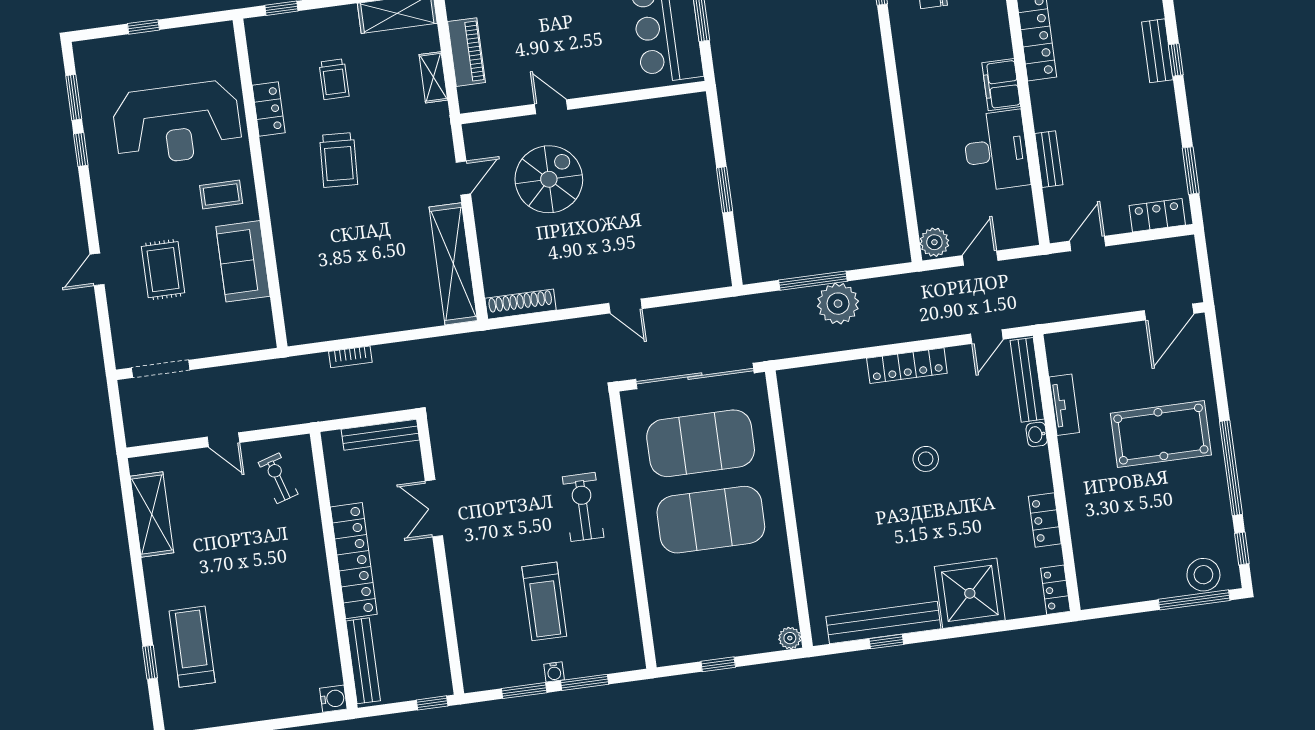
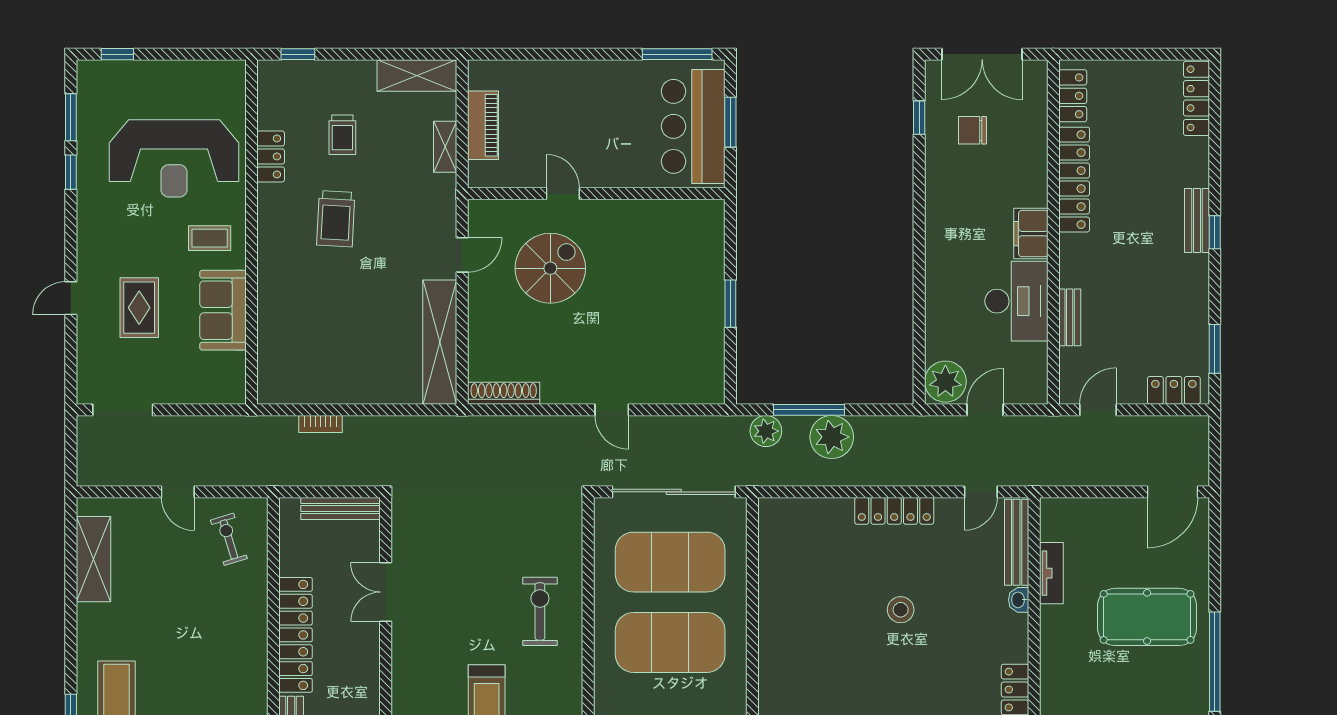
window: (143, 27) -> (117, 54), moved
plant: (934, 242) -> (945, 382), width x1.36, depth x1.36
plant: (775, 306) -> (766, 431), added

